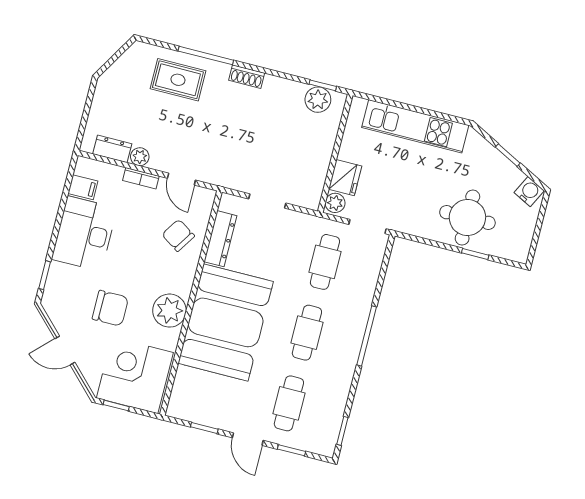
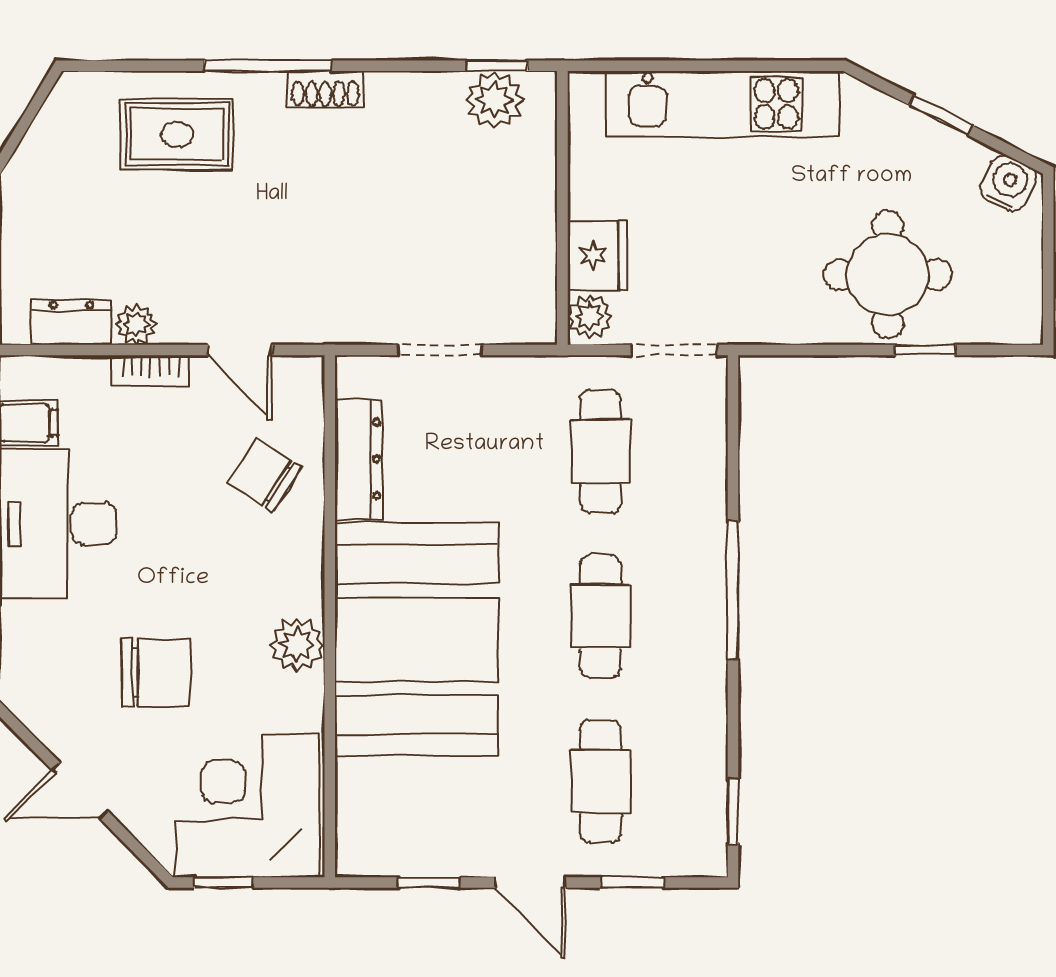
window: (206, 56) -> (268, 66), moved
plant: (169, 311) -> (297, 645), width x0.73, depth x0.73

